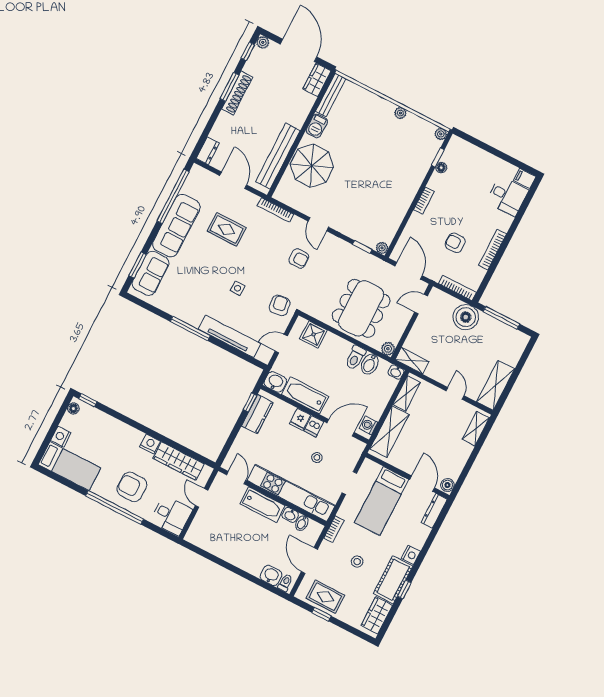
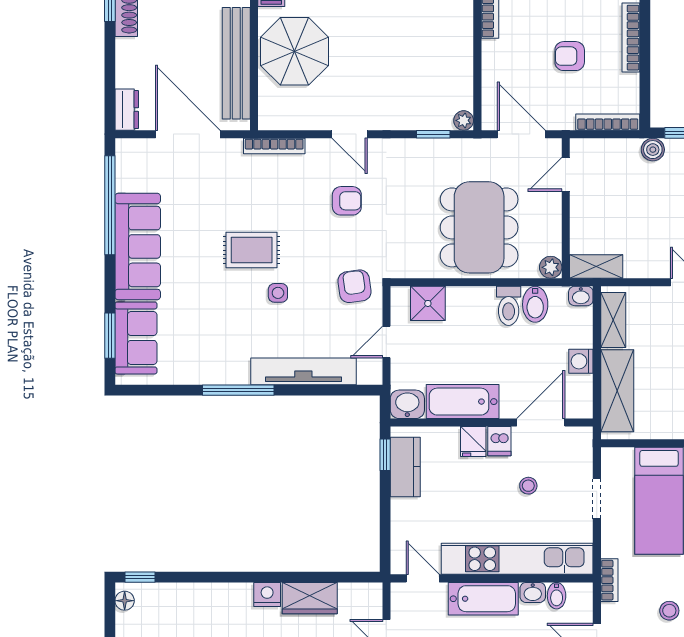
door: (233, 180) -> (188, 134), width x1.36
rug: (227, 229) -> (252, 250), moved
boiler: (466, 317) -> (653, 150), width x0.54, depth x0.54
washing machine: (368, 425) -> (581, 361), moved
wardrobe: (179, 461) -> (310, 598), width x0.67

